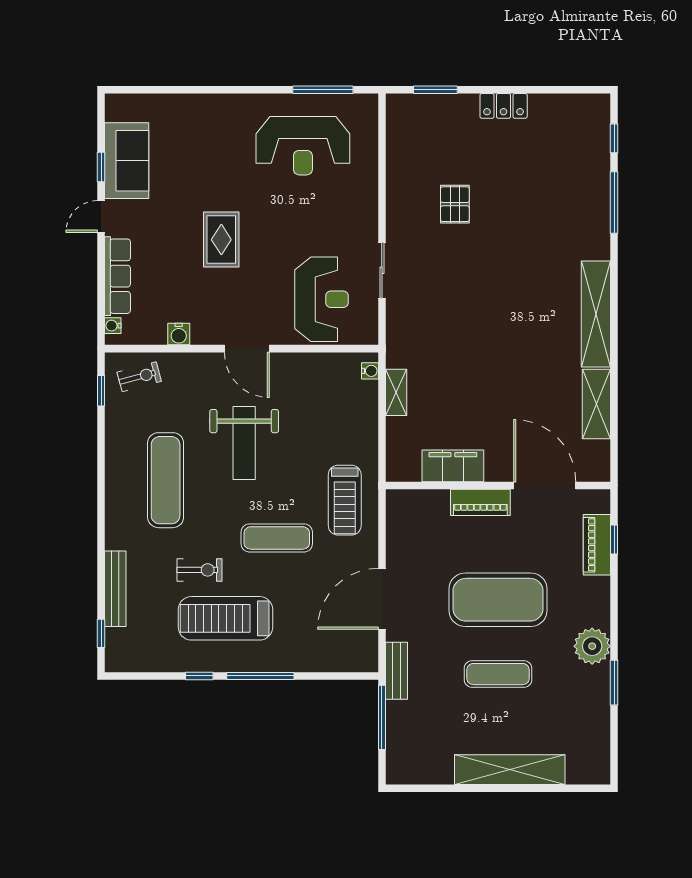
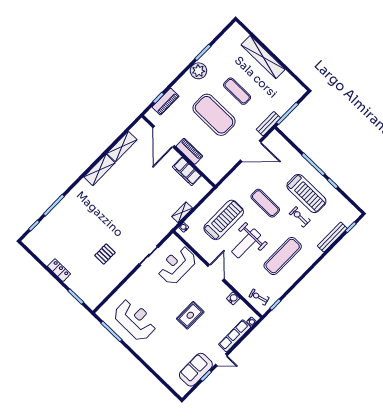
shelving: (596, 314) -> (99, 170), width x0.68
weight bench: (244, 443) -> (246, 243), turned 180
treadmill: (345, 500) -> (224, 220), moved, width x1.37, depth x1.38

